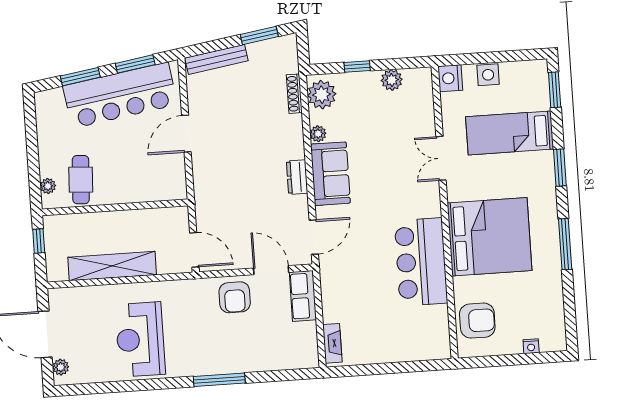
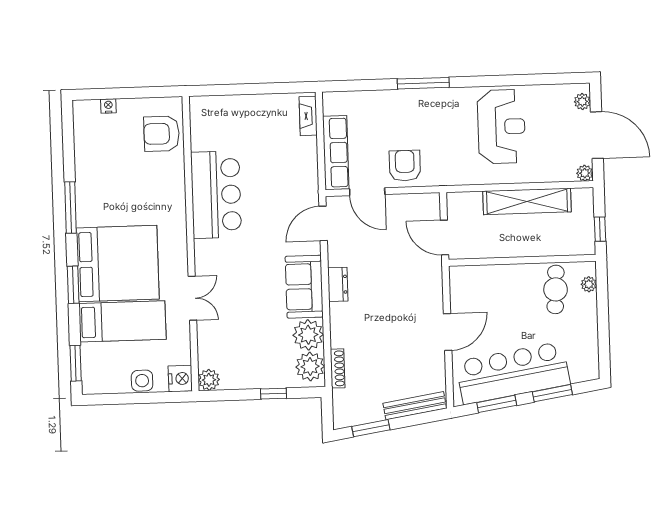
plant: (392, 80) -> (209, 380), moved
plant: (318, 134) -> (308, 335), width x1.88, depth x1.88
bed: (489, 237) -> (118, 263), moved, turned 180
door: (194, 250) -> (444, 238), moved
plant: (56, 296) -> (585, 173), added
row of seats: (303, 296) -> (336, 153), width x1.48

